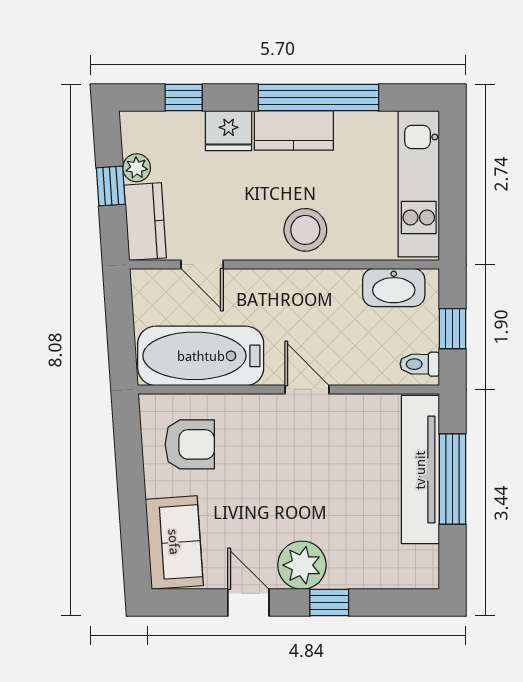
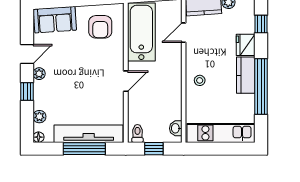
stool: (305, 230) -> (200, 80), width x0.53, depth x0.53
washbasin: (394, 287) -> (176, 128), width x0.52, depth x0.69
plant: (302, 565) -> (39, 74), width x0.53, depth x0.53
plant: (383, 576) -> (39, 117), added
floor lamp: (428, 578) -> (38, 137), added

